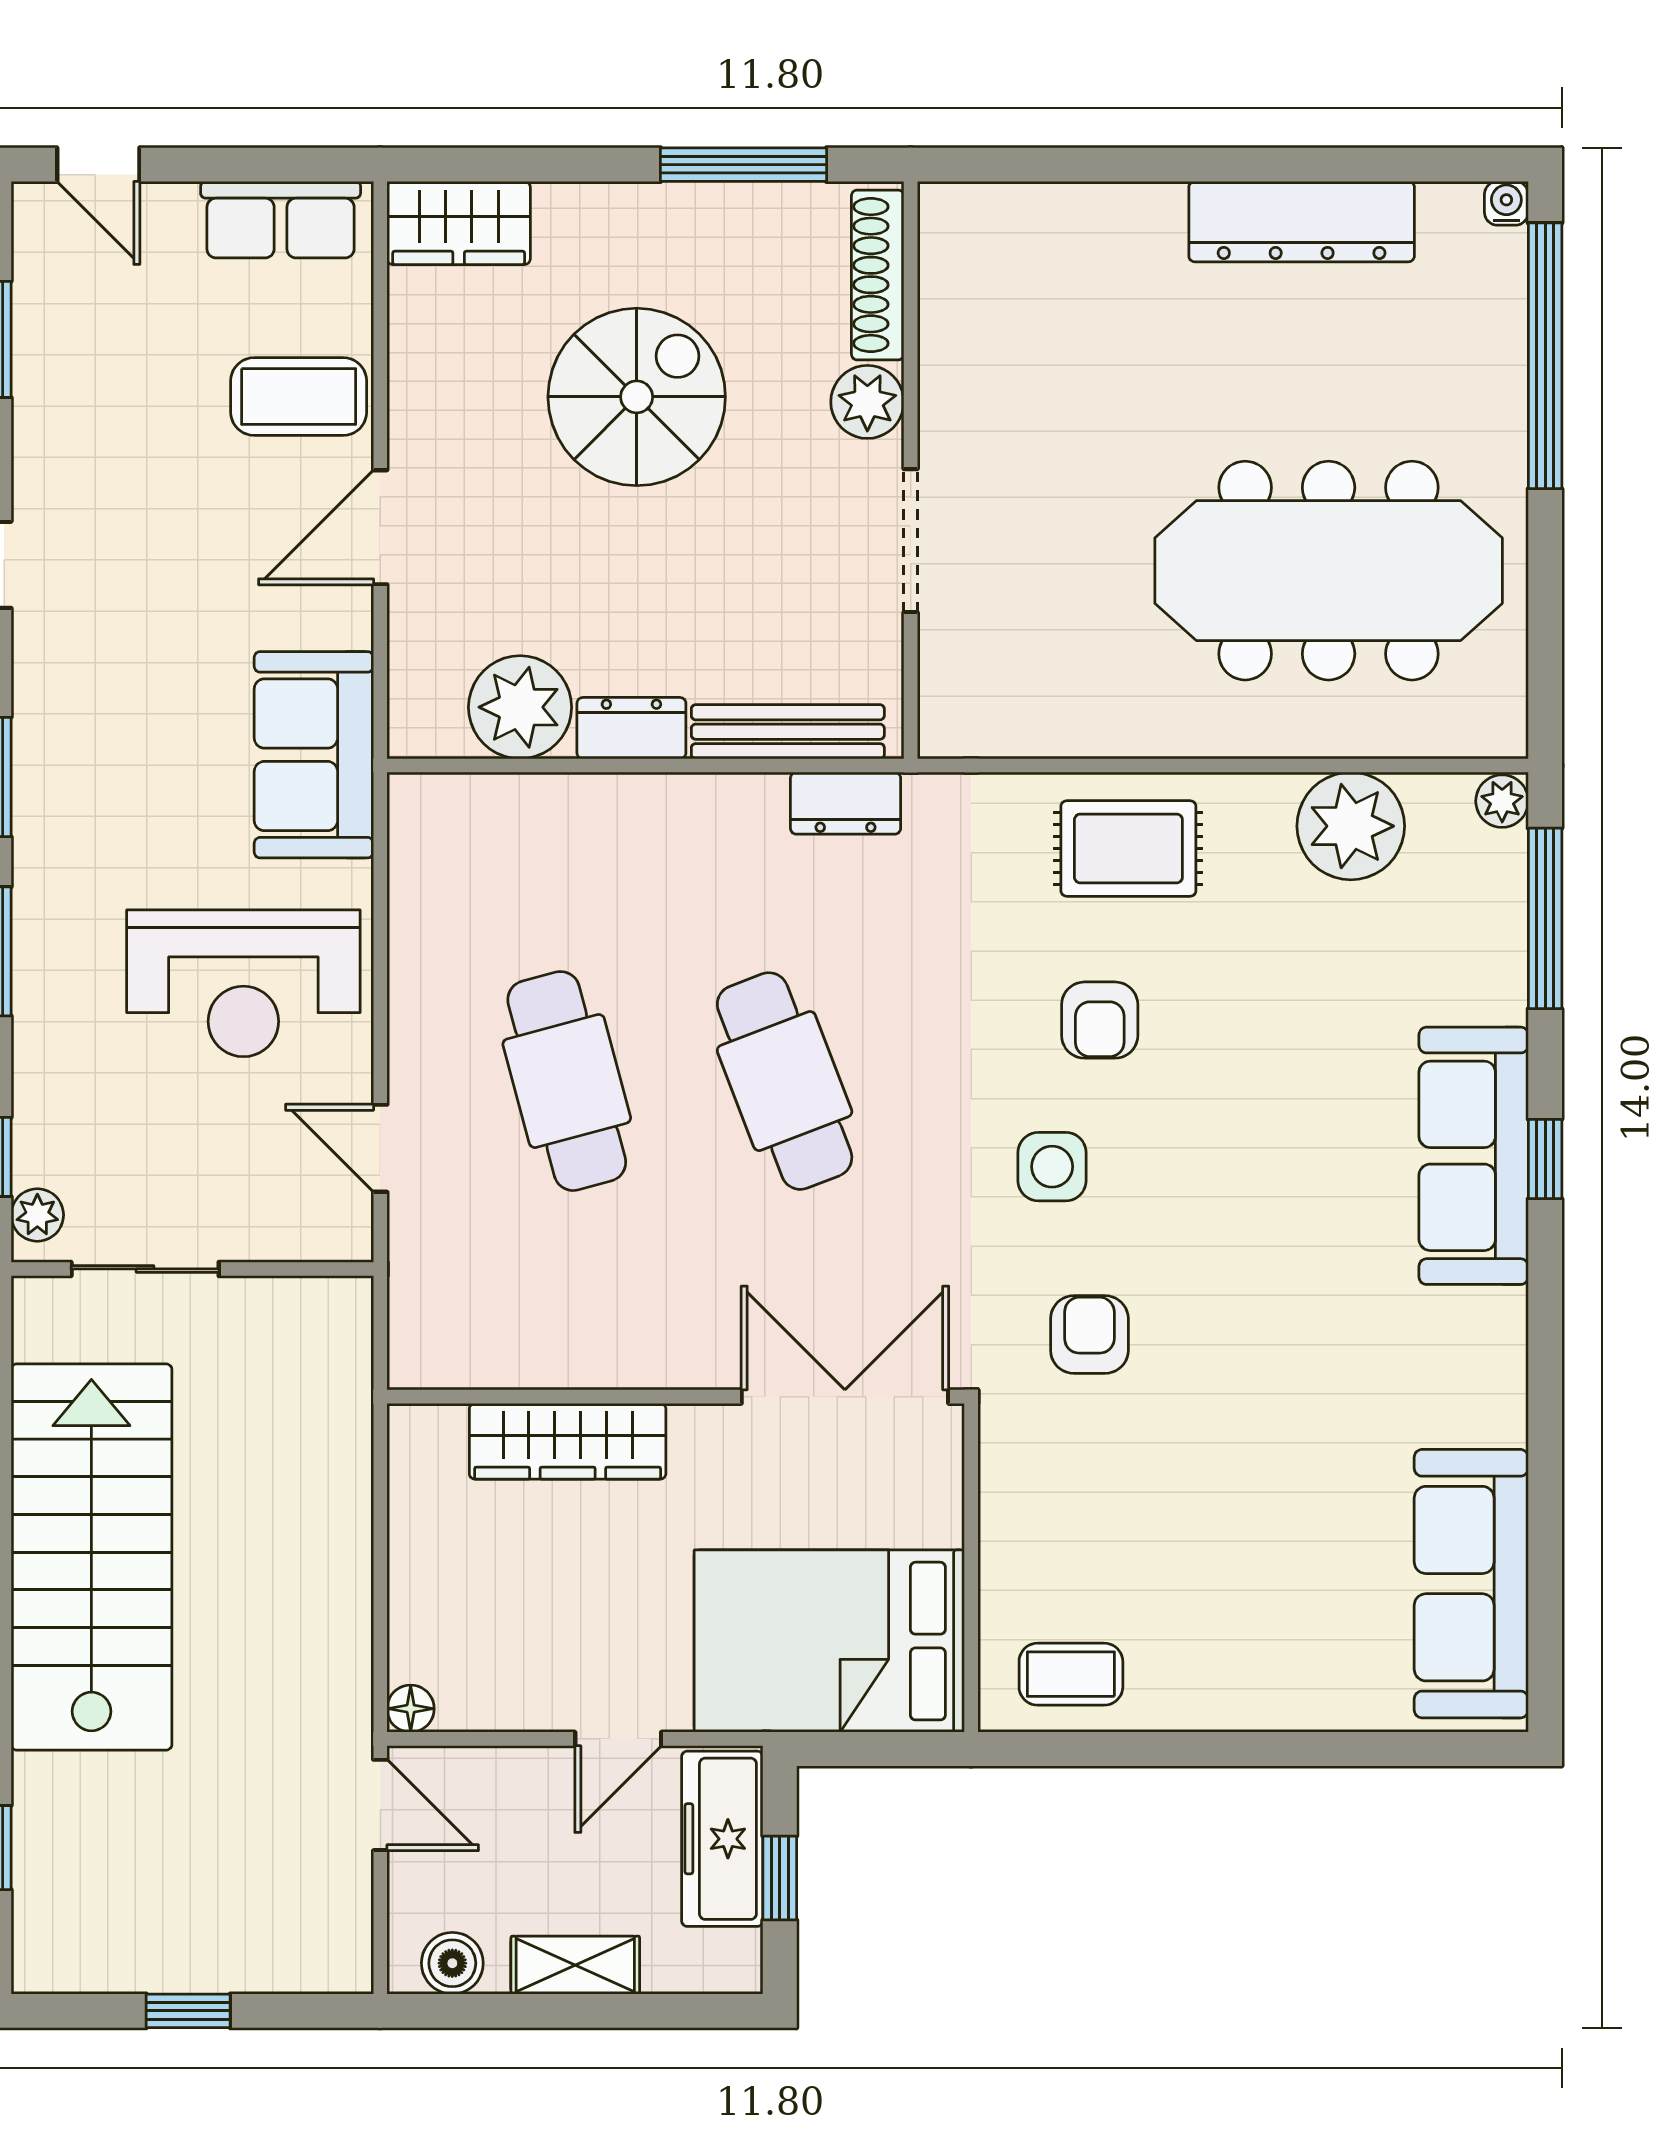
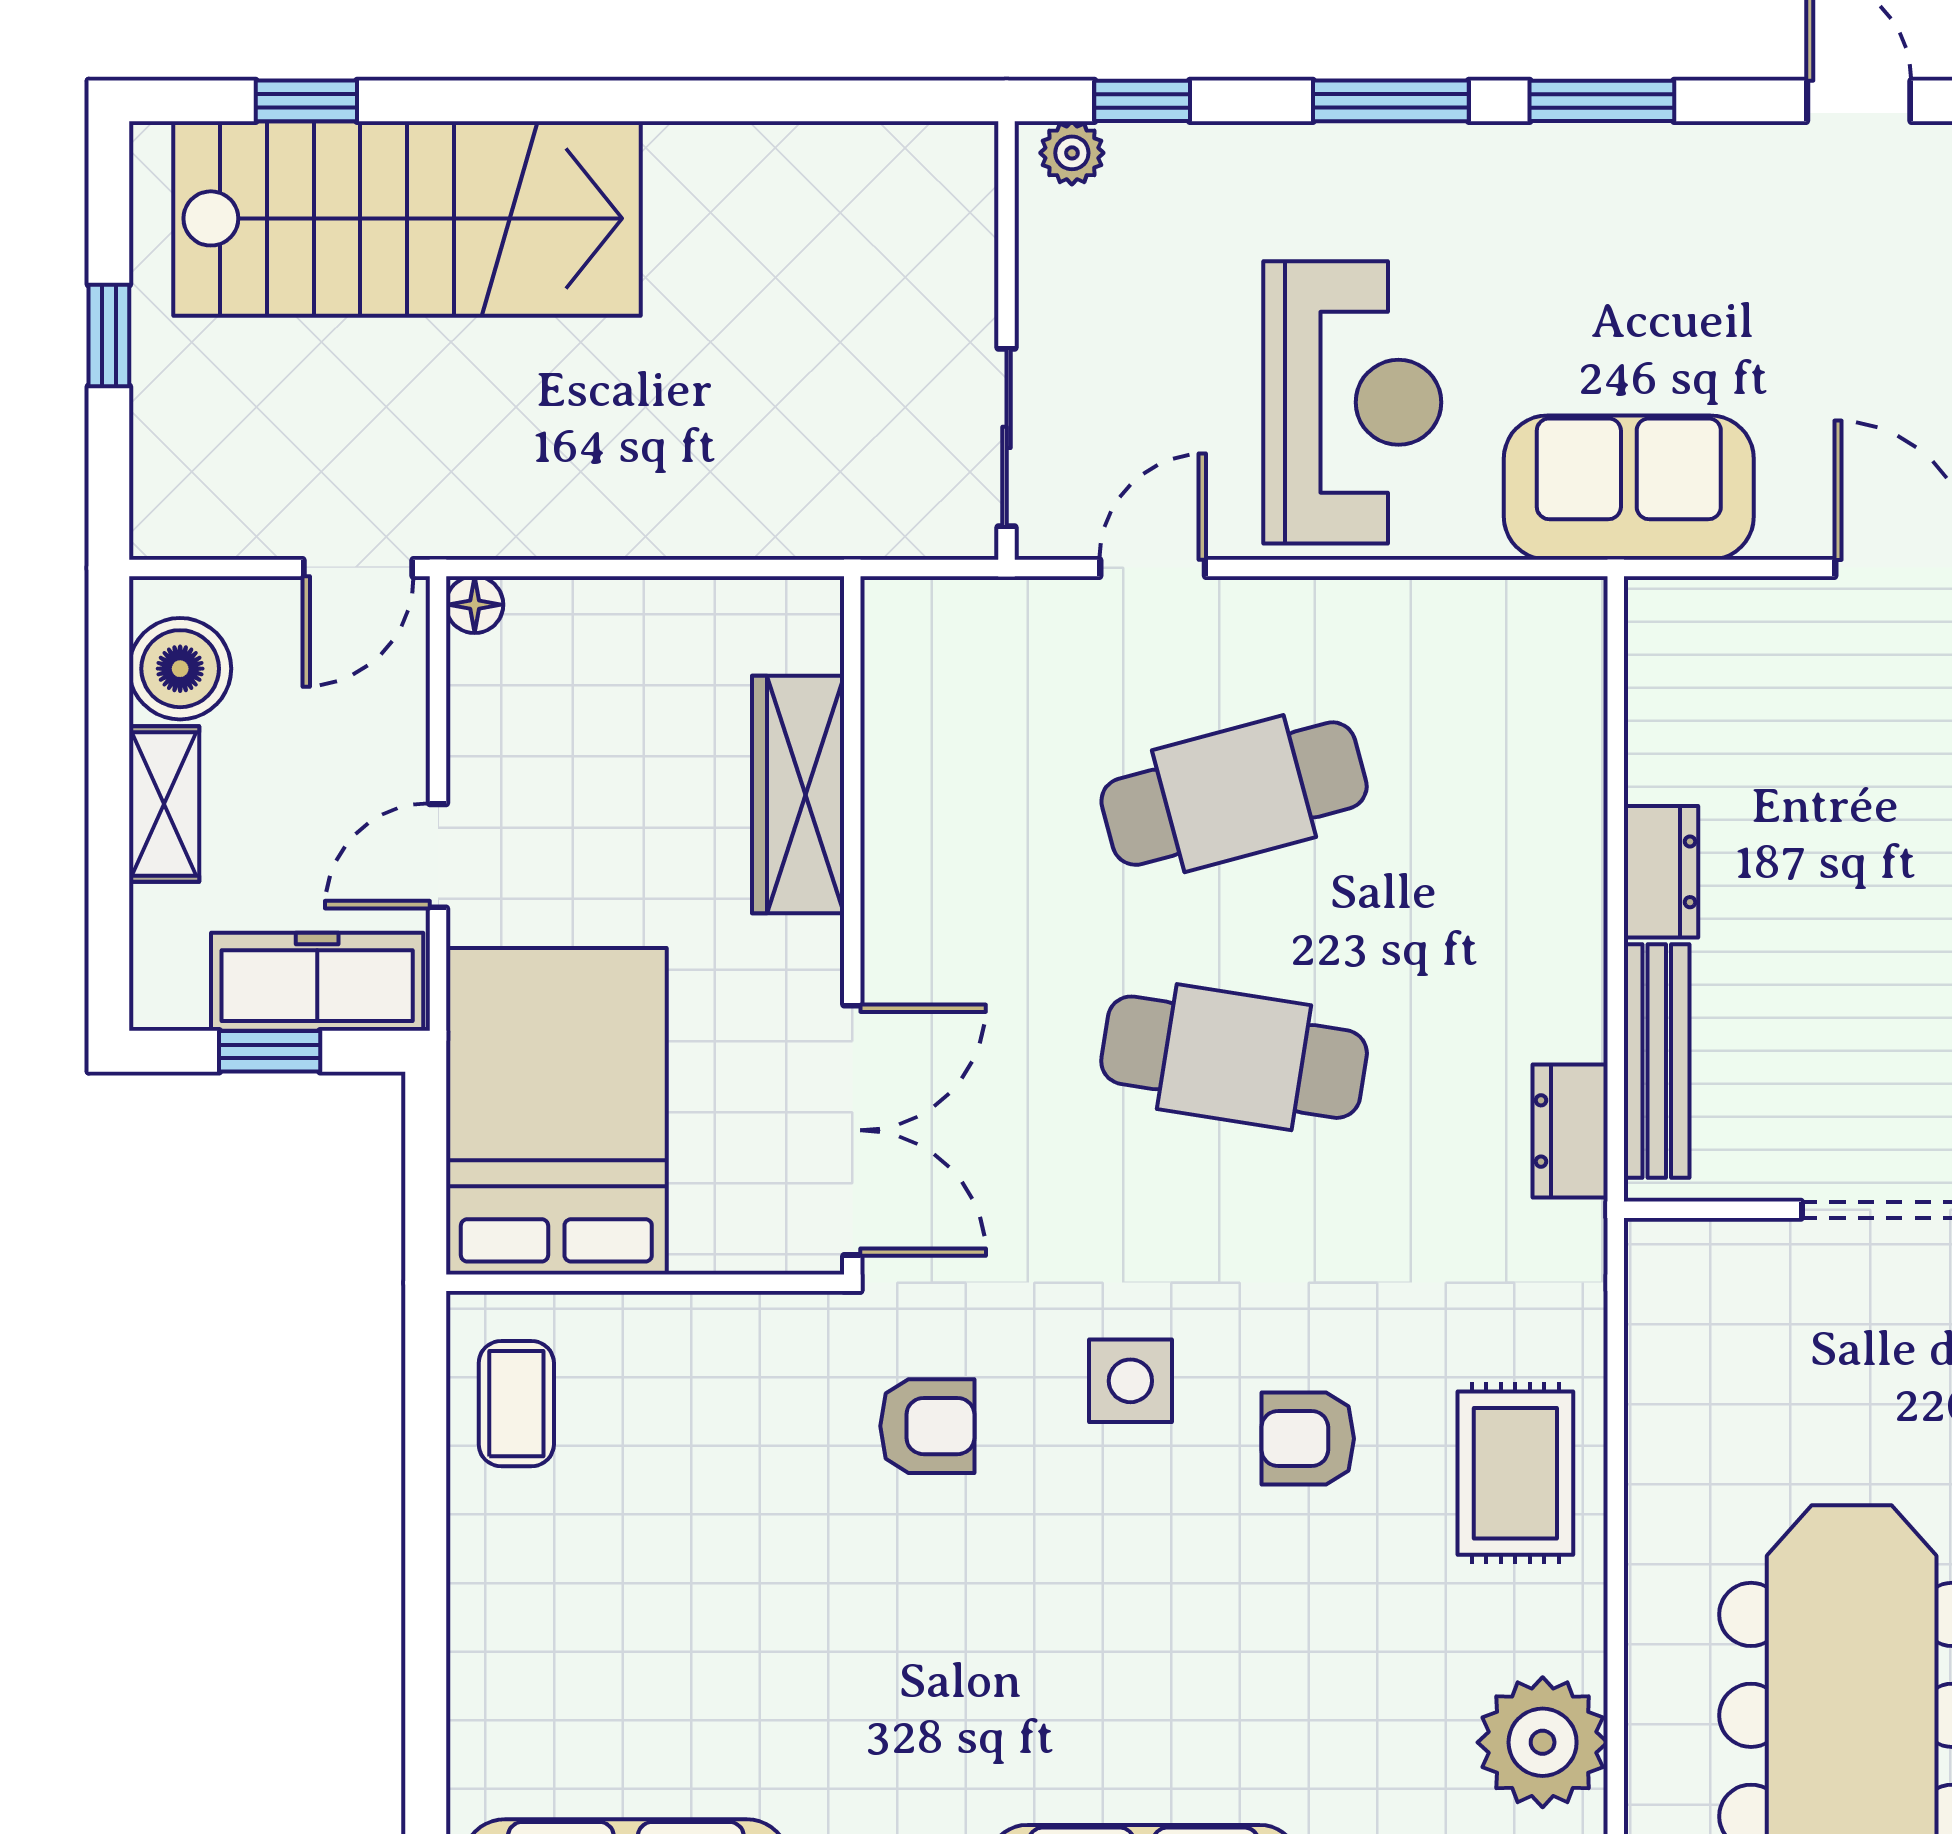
plant: (520, 707) -> (1686, 737), removed
reception desk: (243, 983) -> (1352, 402), turned 180
cafe table: (785, 1081) -> (1234, 1057), turned 30
sliding door: (145, 1269) -> (1007, 437), moved
stairs: (91, 1557) -> (407, 218), moved
door: (618, 1739) -> (438, 856), hinge flipped
boiler: (452, 1963) -> (180, 669), width x1.36, depth x1.36

